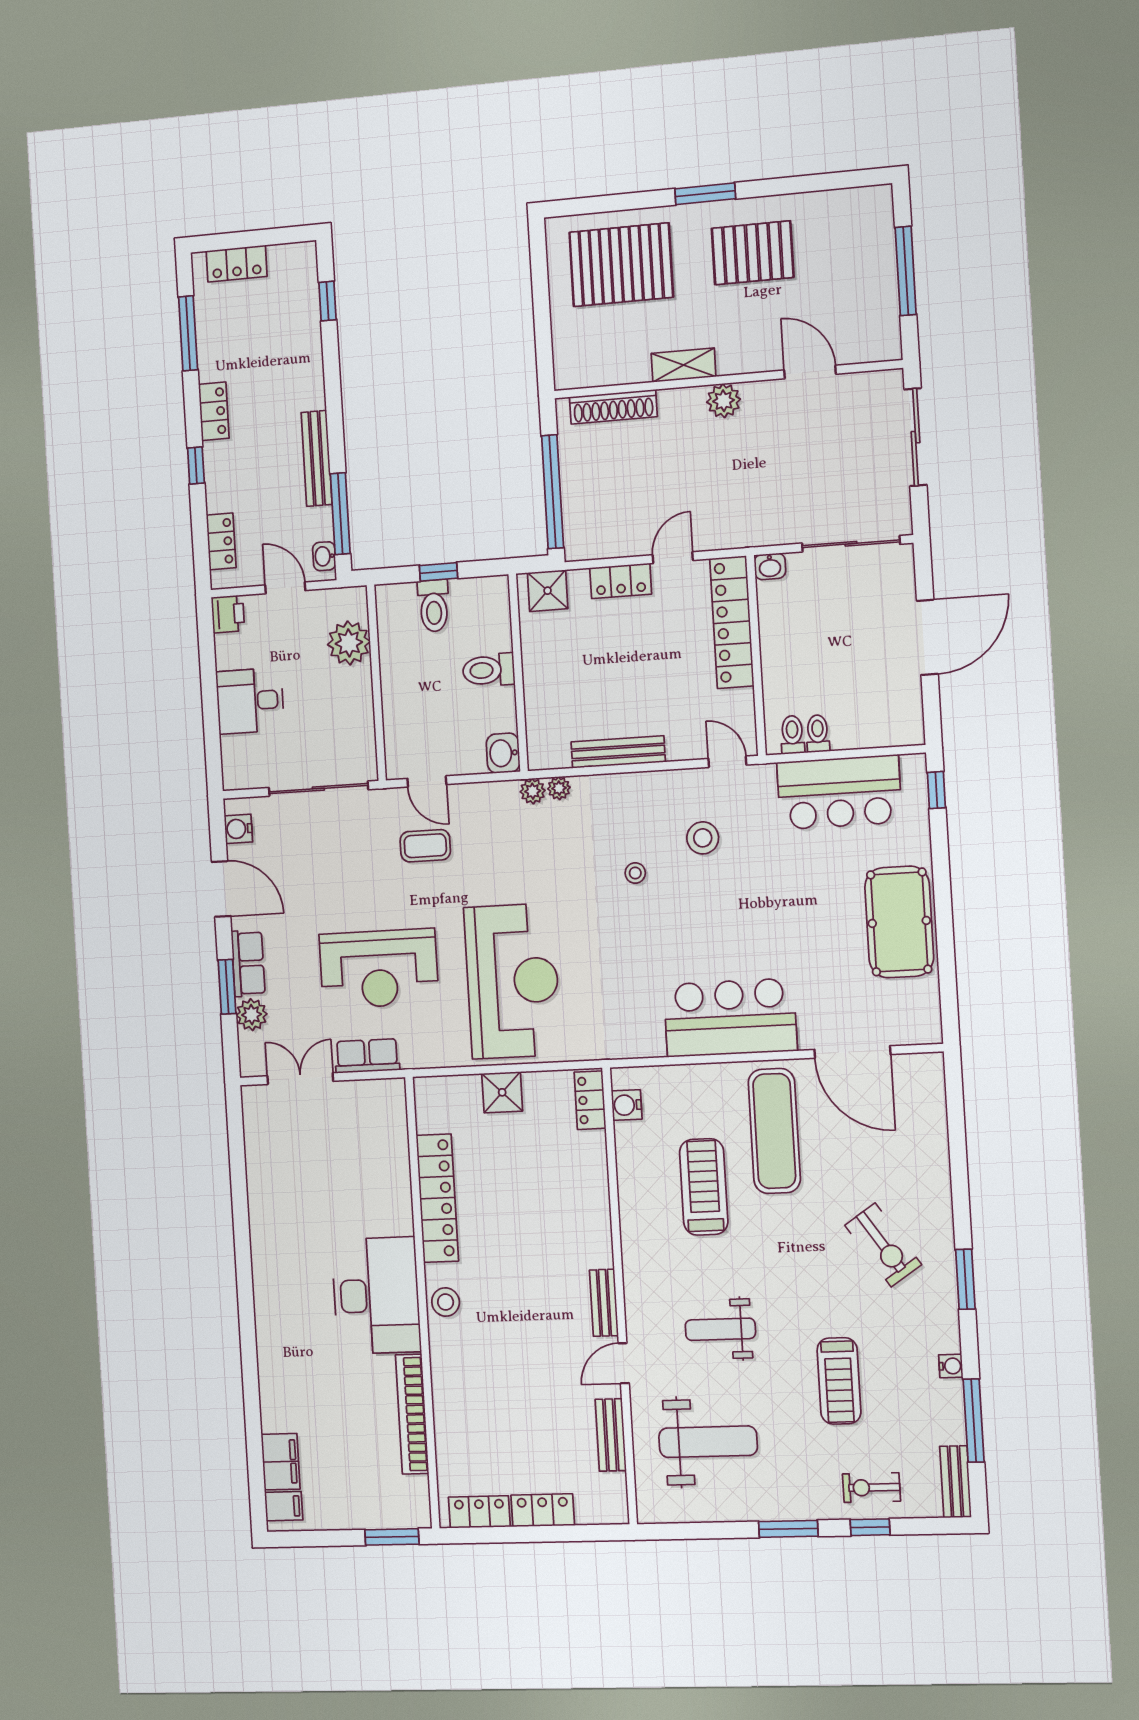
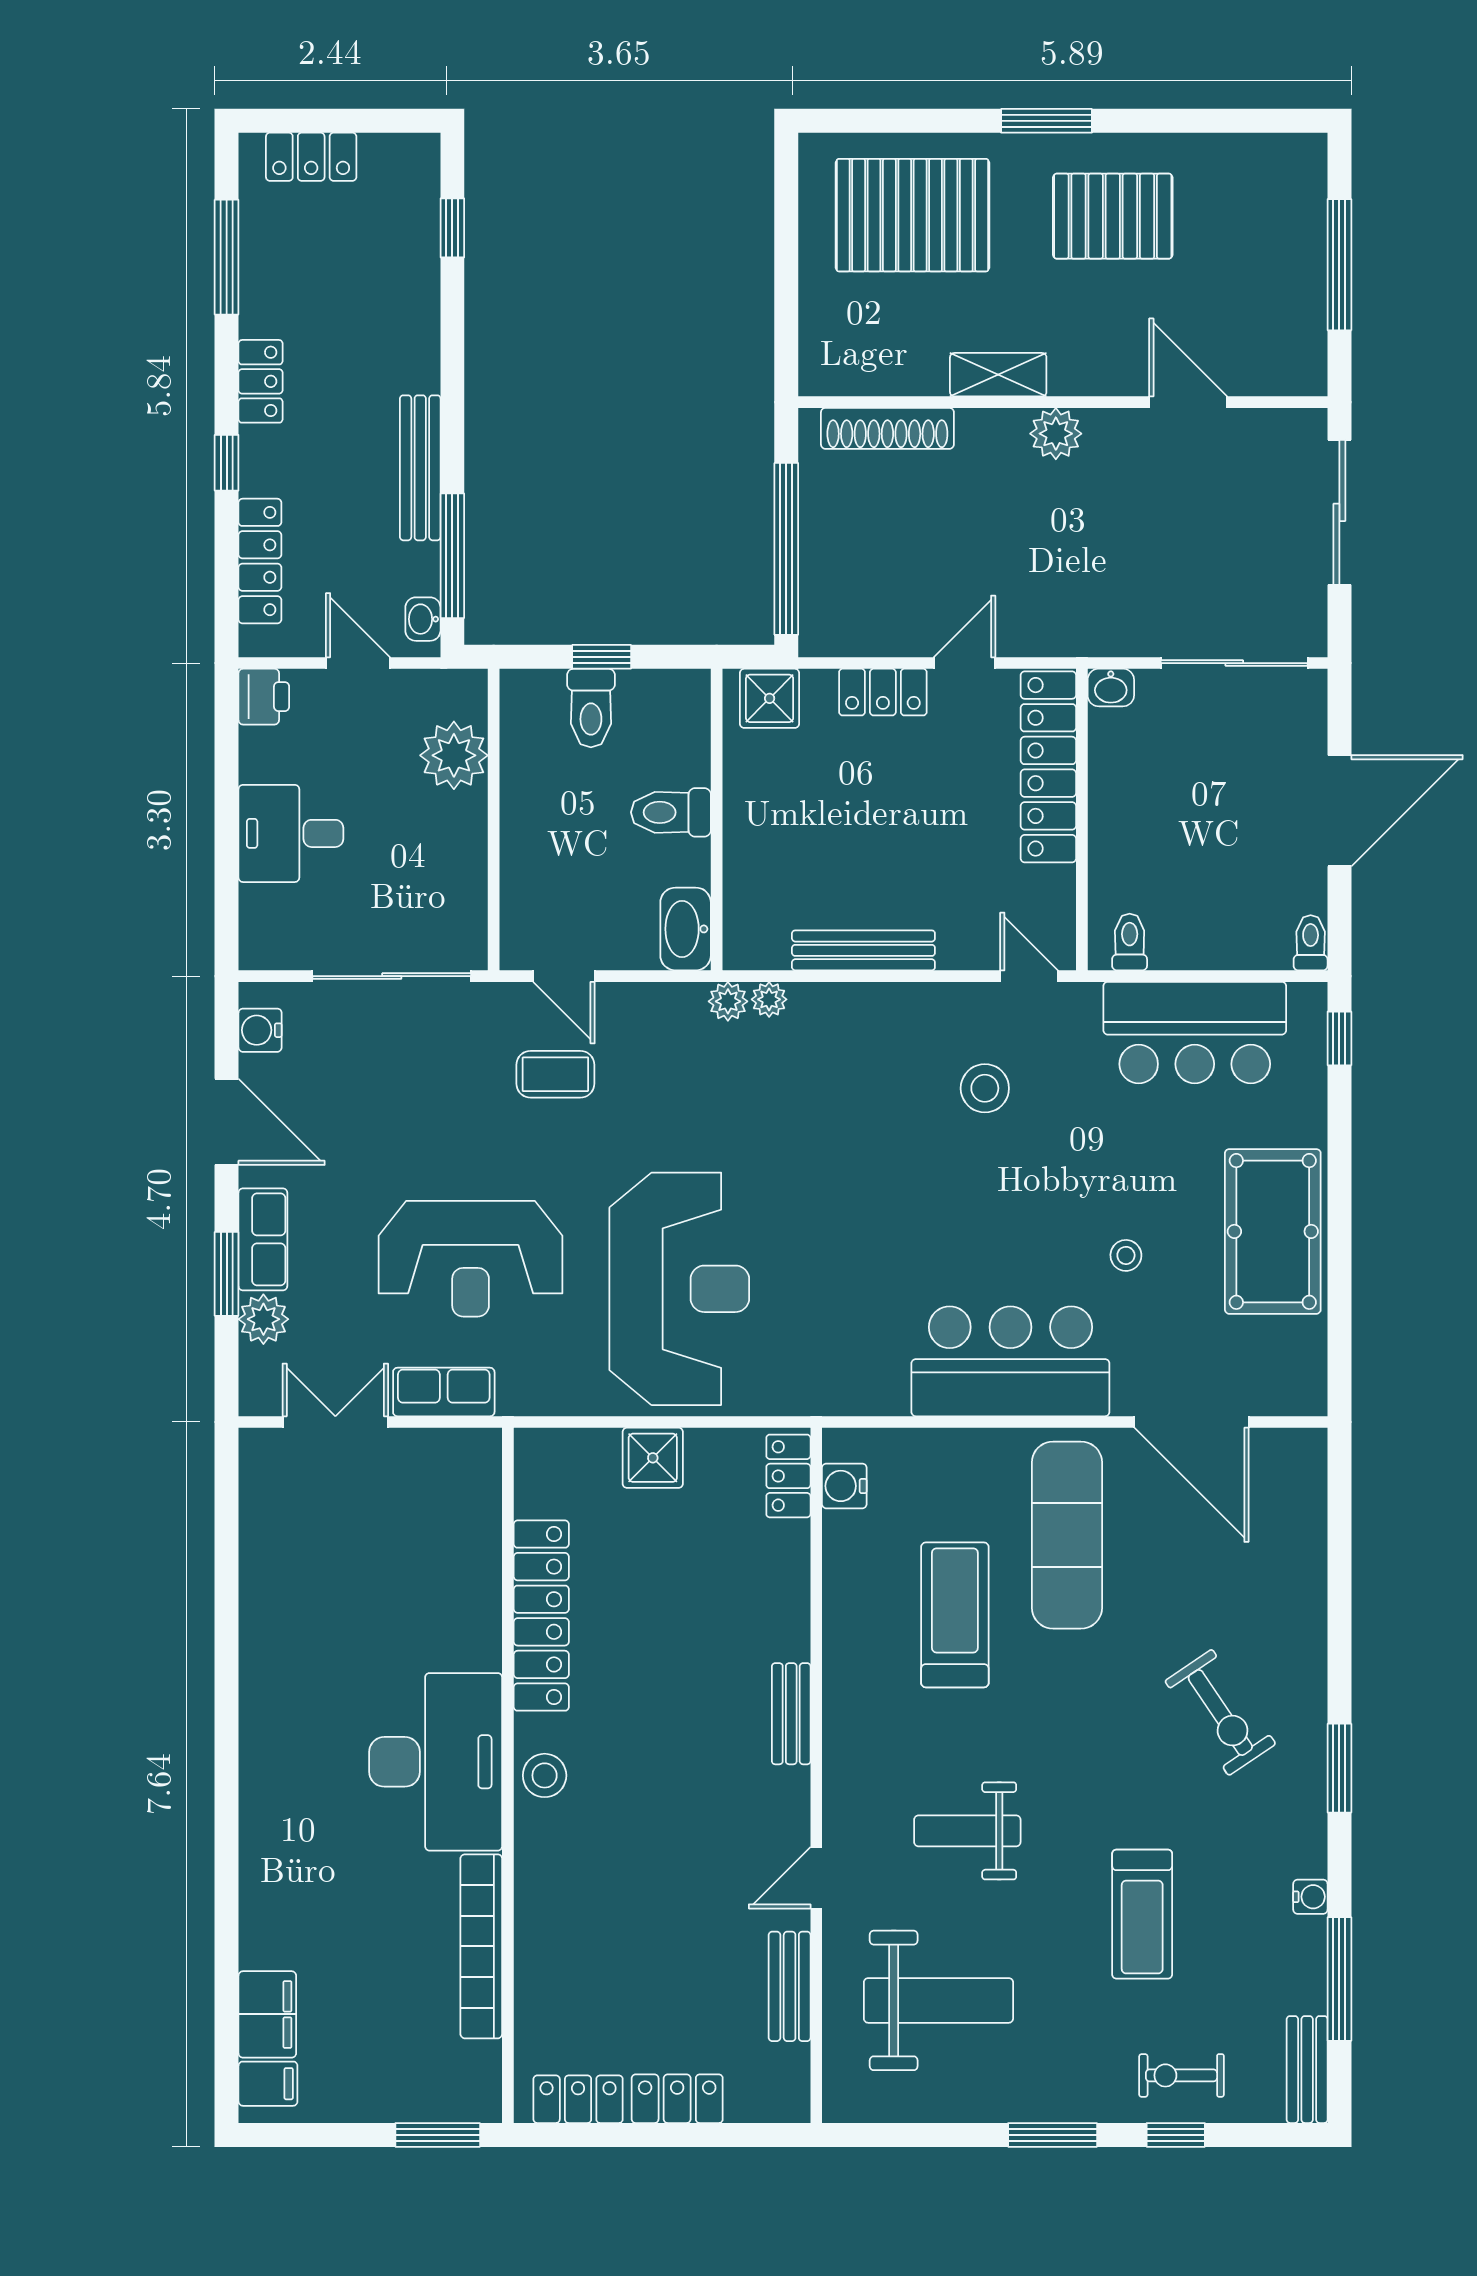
locker: (221, 541) -> (260, 561), width x1.53
toilet: (818, 734) -> (1311, 943), moved
washbasin: (503, 753) -> (686, 929), width x1.38
stool: (635, 873) -> (1126, 1255), moved
bench: (604, 1303) -> (791, 1714), moved

